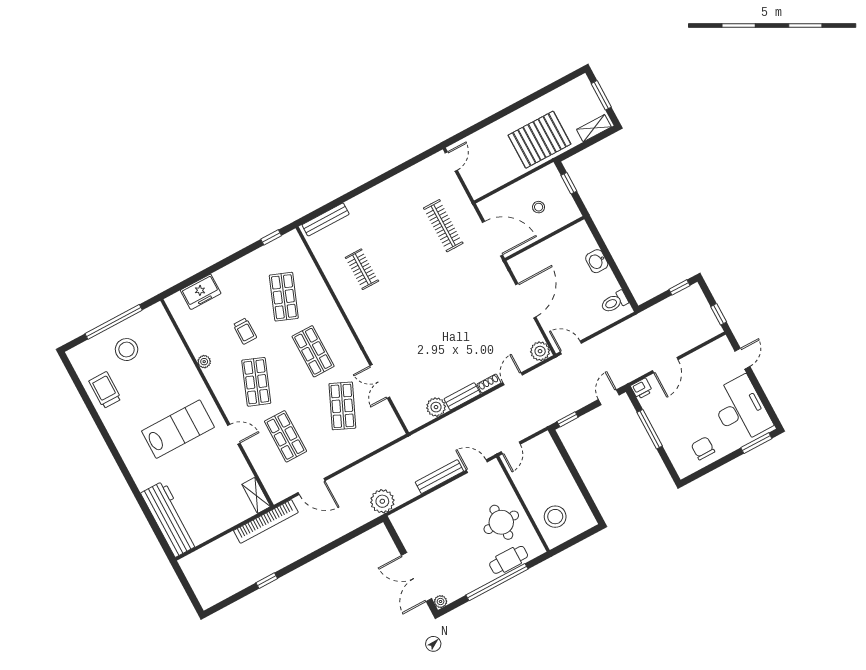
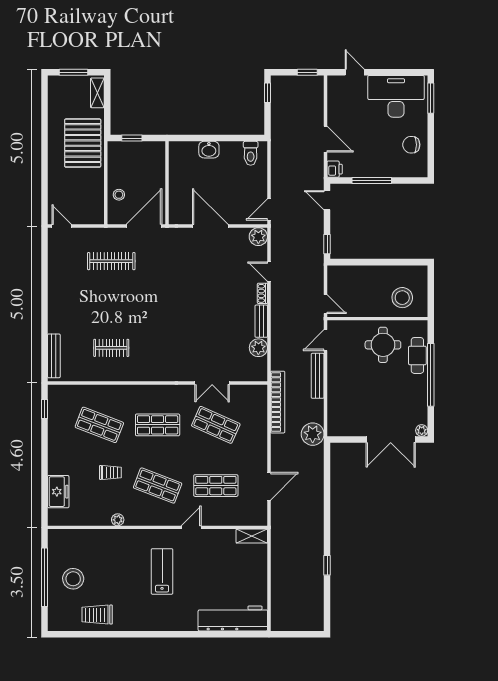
stool: (539, 207) -> (119, 195), moved
lab bench: (178, 429) -> (162, 571), width x0.73, depth x0.72
bookcase: (266, 521) -> (278, 402), moved

